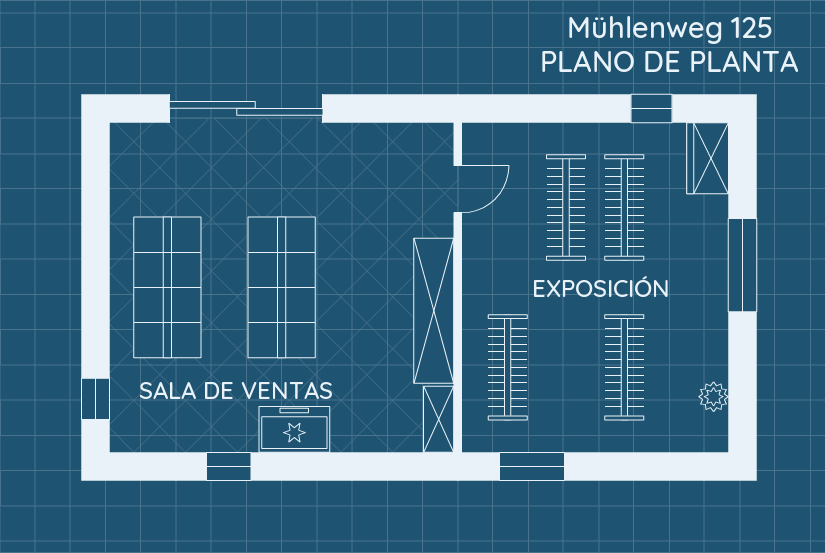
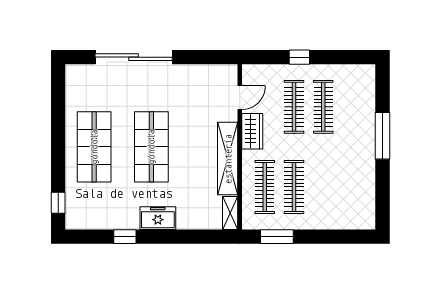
window: (651, 108) -> (299, 57), moved
wardrobe: (708, 158) -> (252, 131), moved, turned 180
clothes rail: (624, 367) -> (294, 187), moved
plant: (714, 397) -> (368, 202), removed

